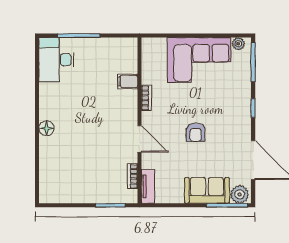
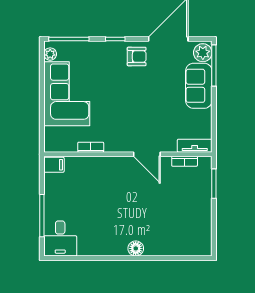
desk: (56, 60) -> (60, 238), width x0.73
filing cabinet: (128, 81) -> (54, 165), moved, turned -90
bookcase: (146, 98) -> (91, 147), moved
armchair: (196, 132) -> (137, 56), moved
door: (139, 139) -> (147, 154), swing flipped

